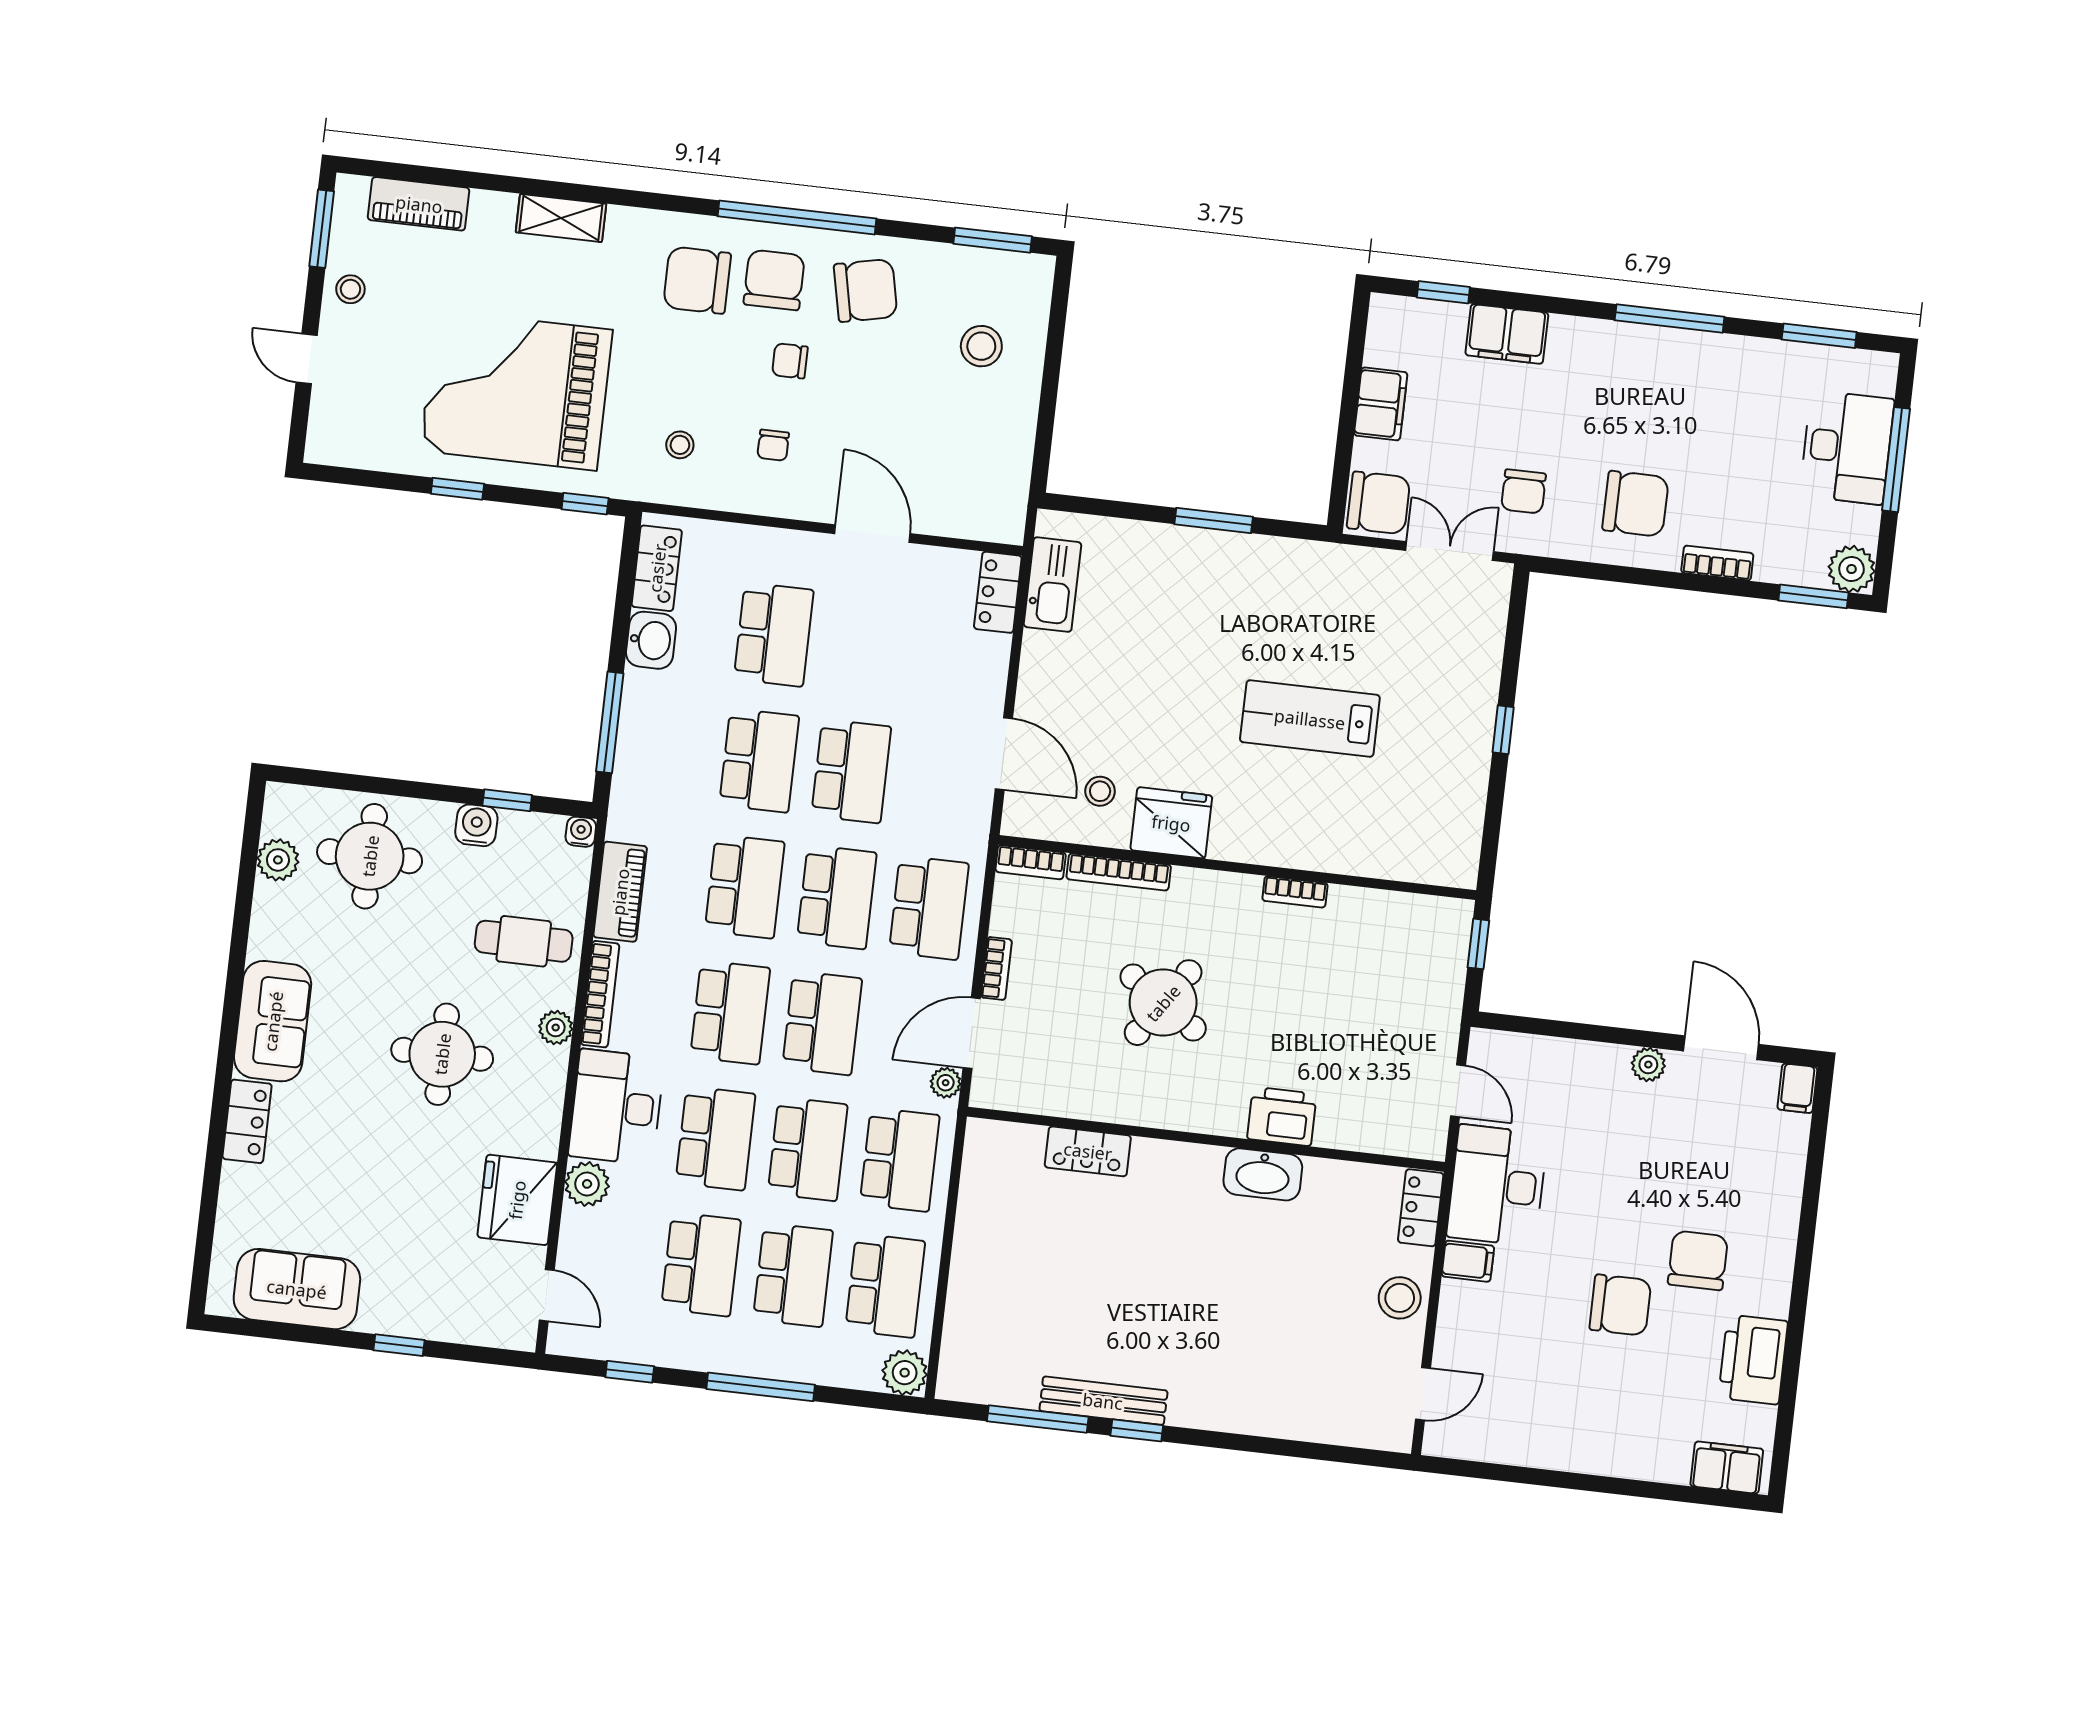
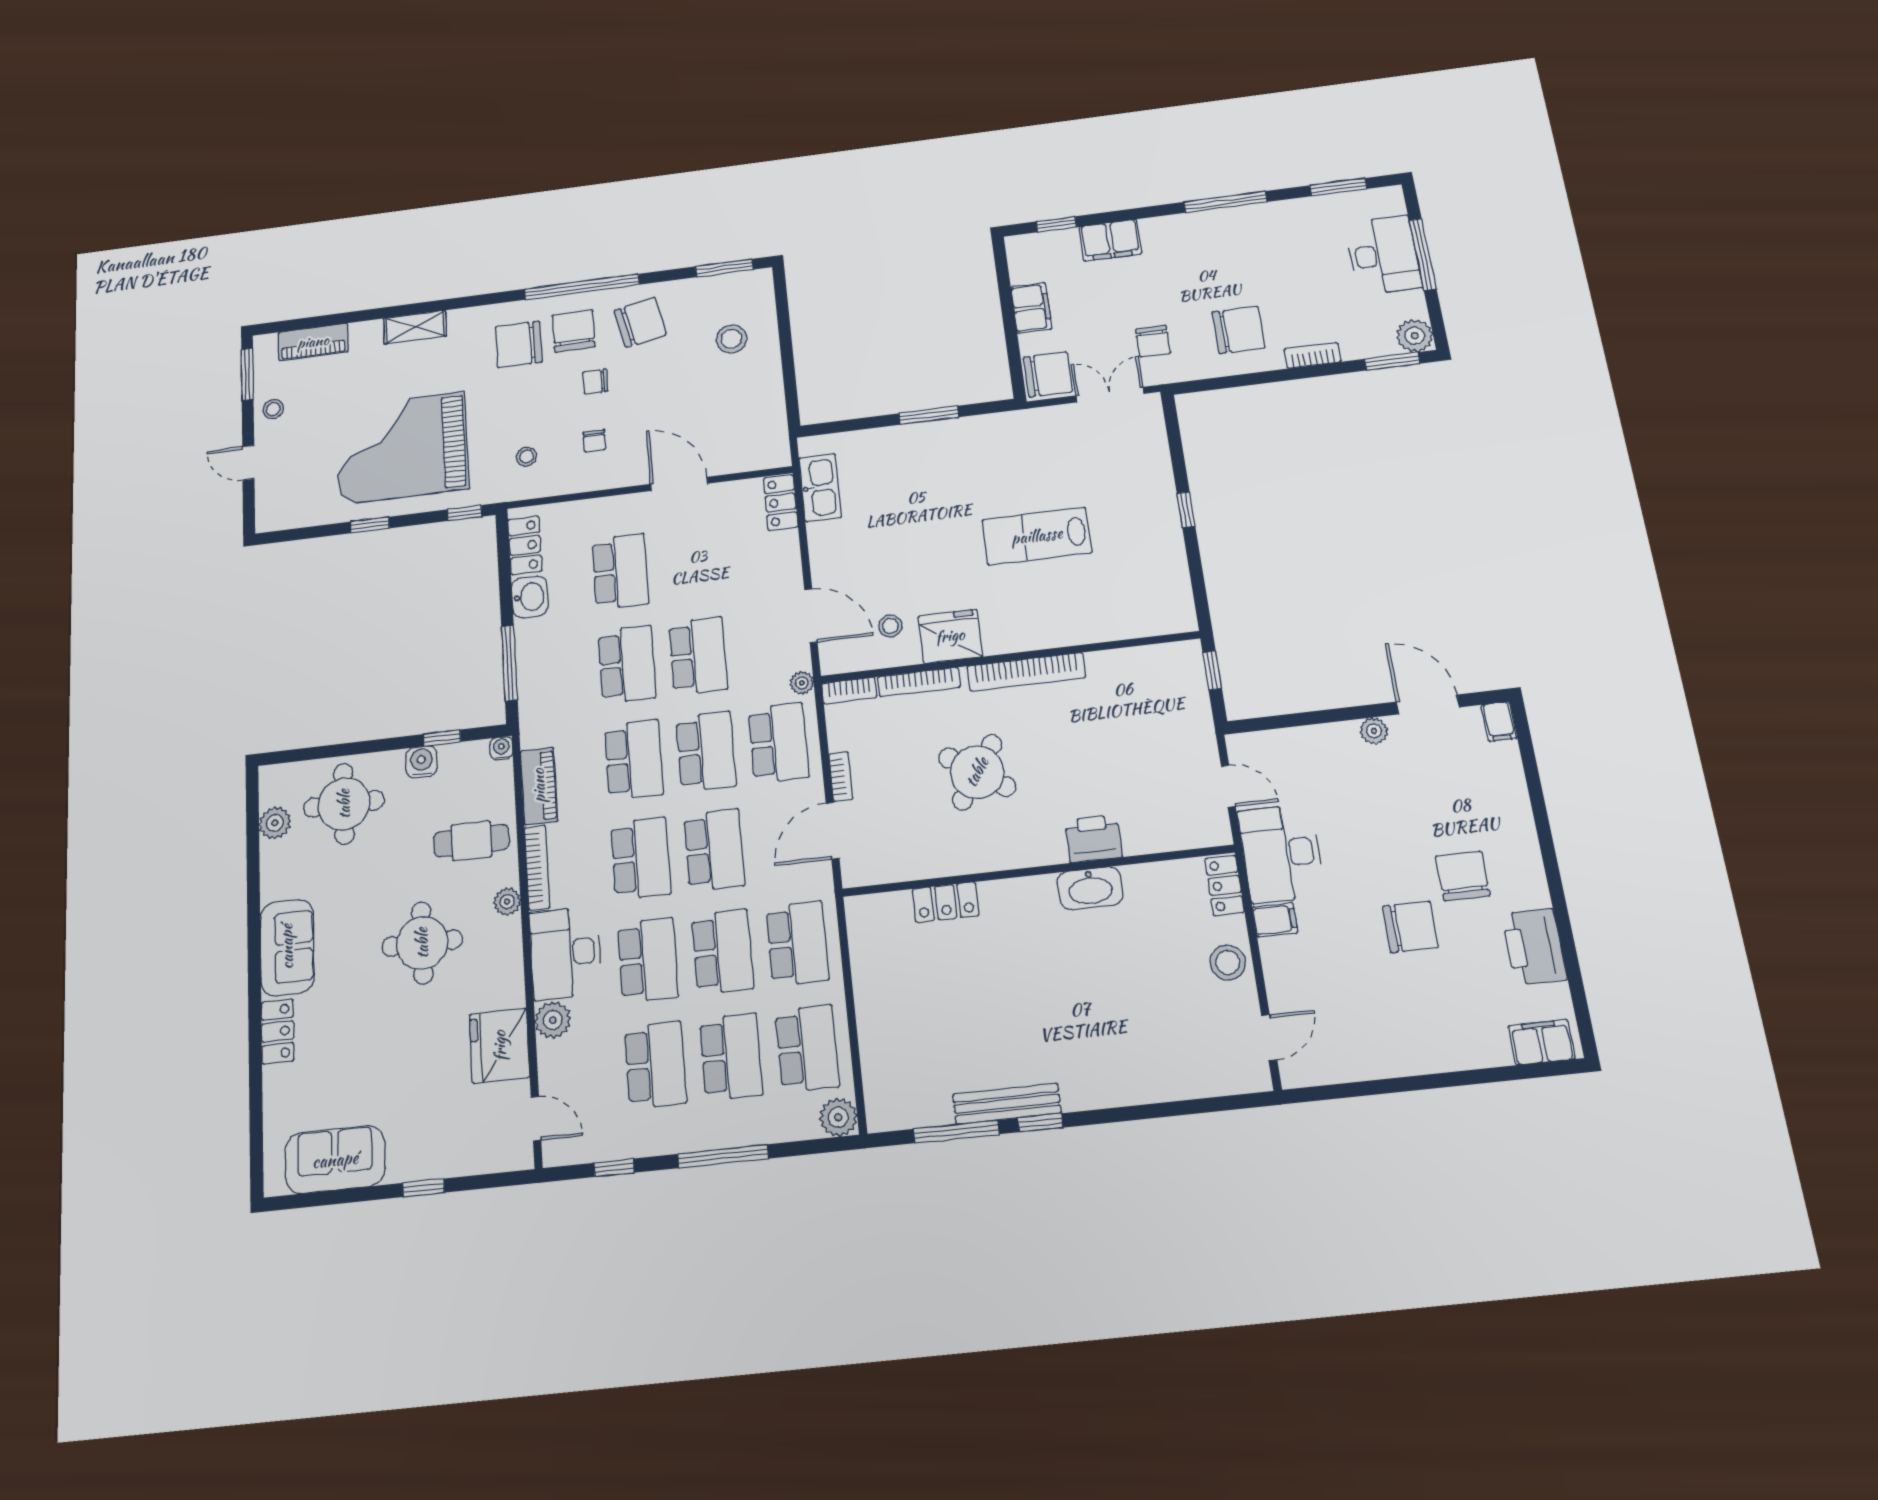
bookcase: (1295, 892) -> (1026, 672), width x2.31, depth x1.31
plant: (946, 1083) -> (802, 683), moved

